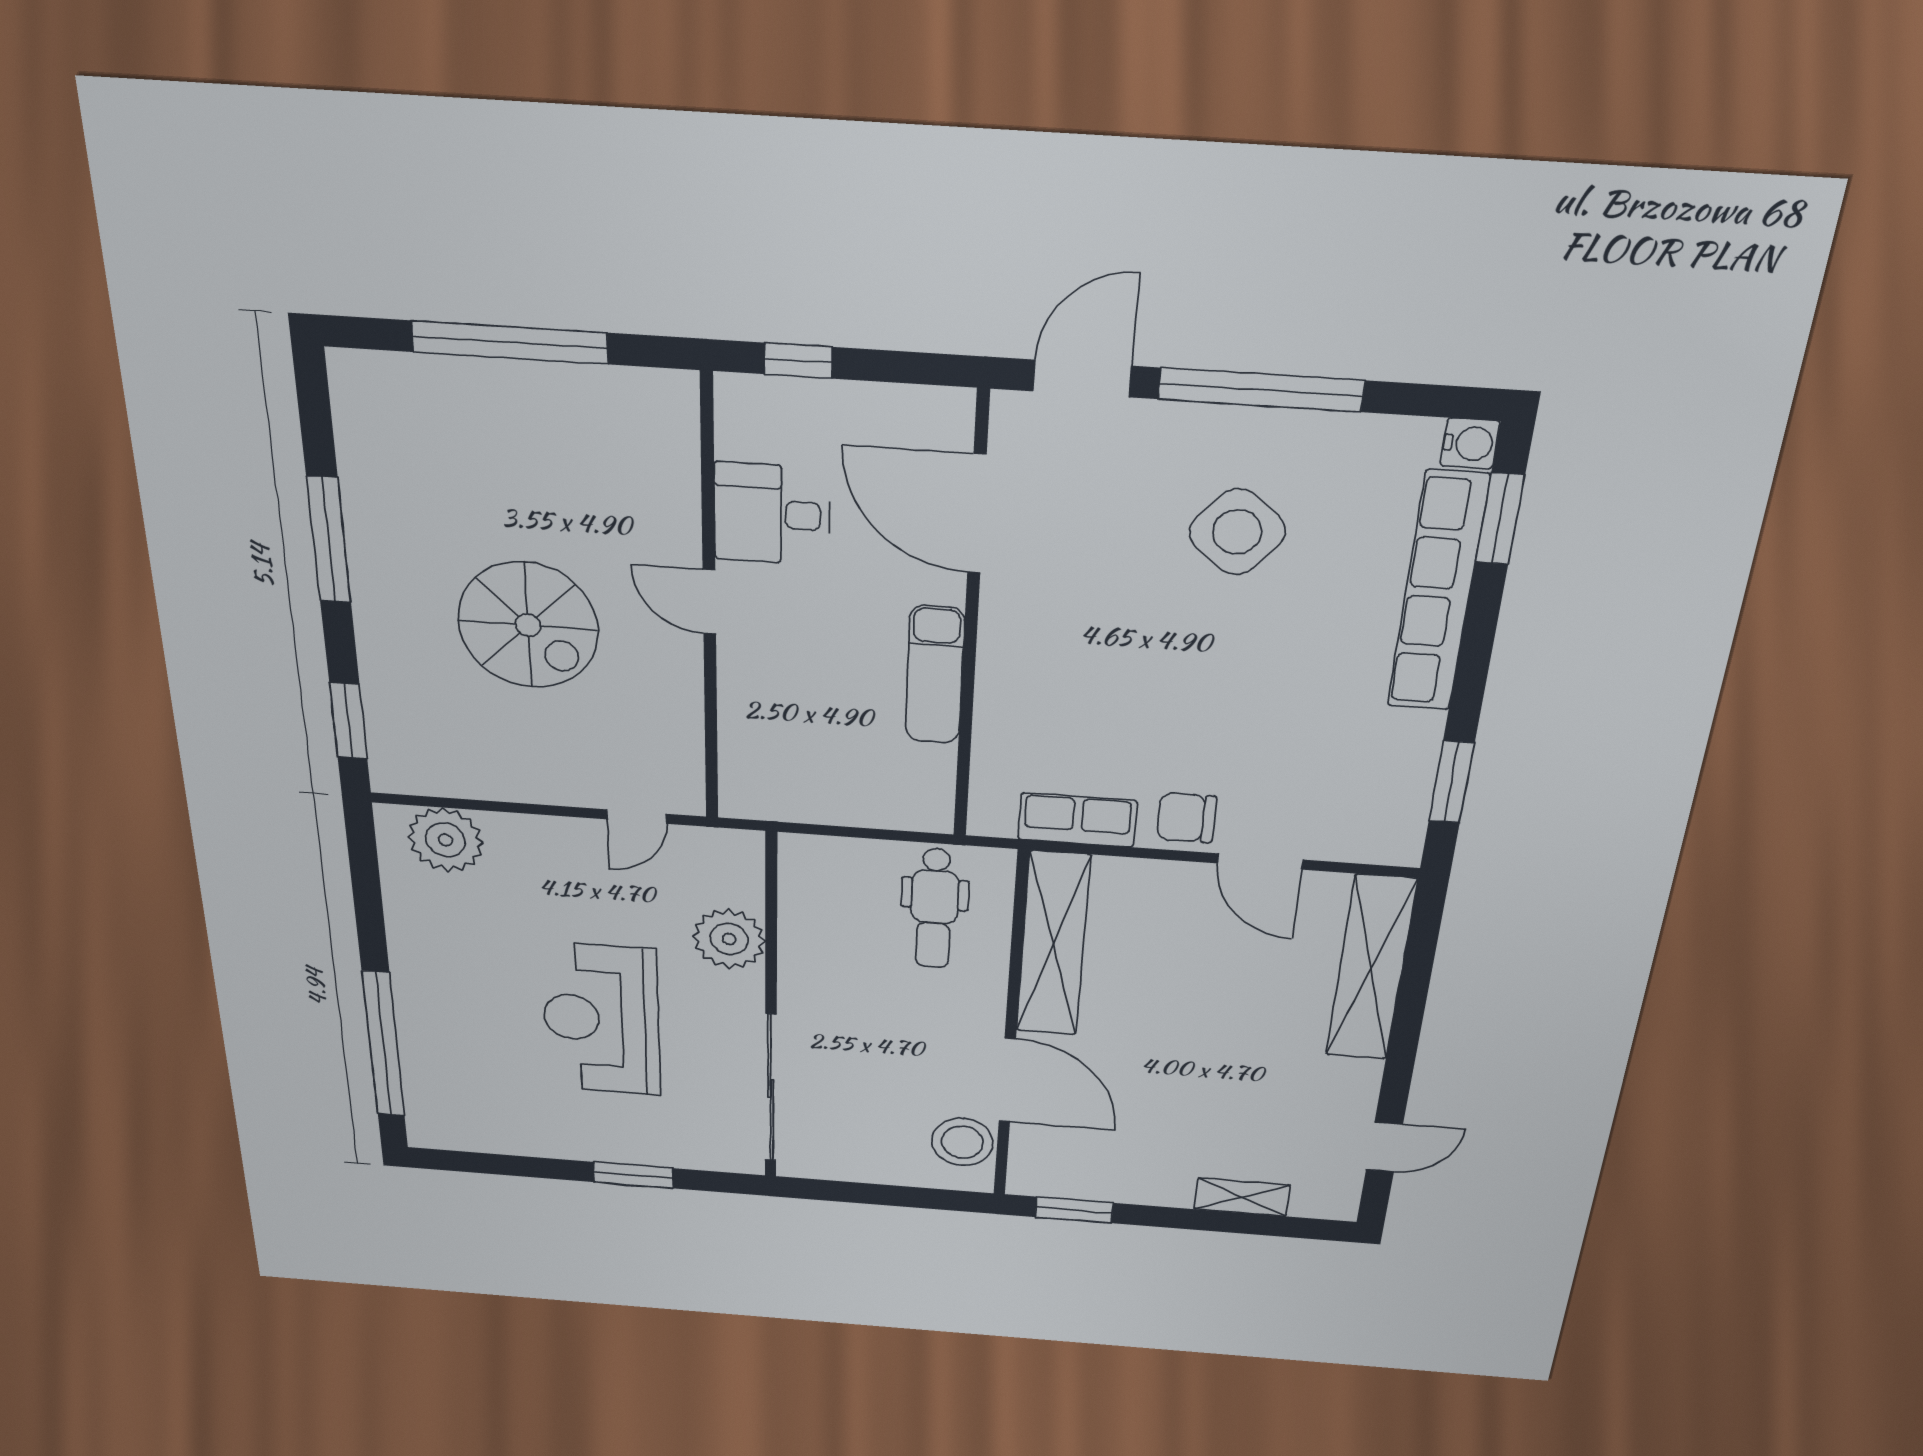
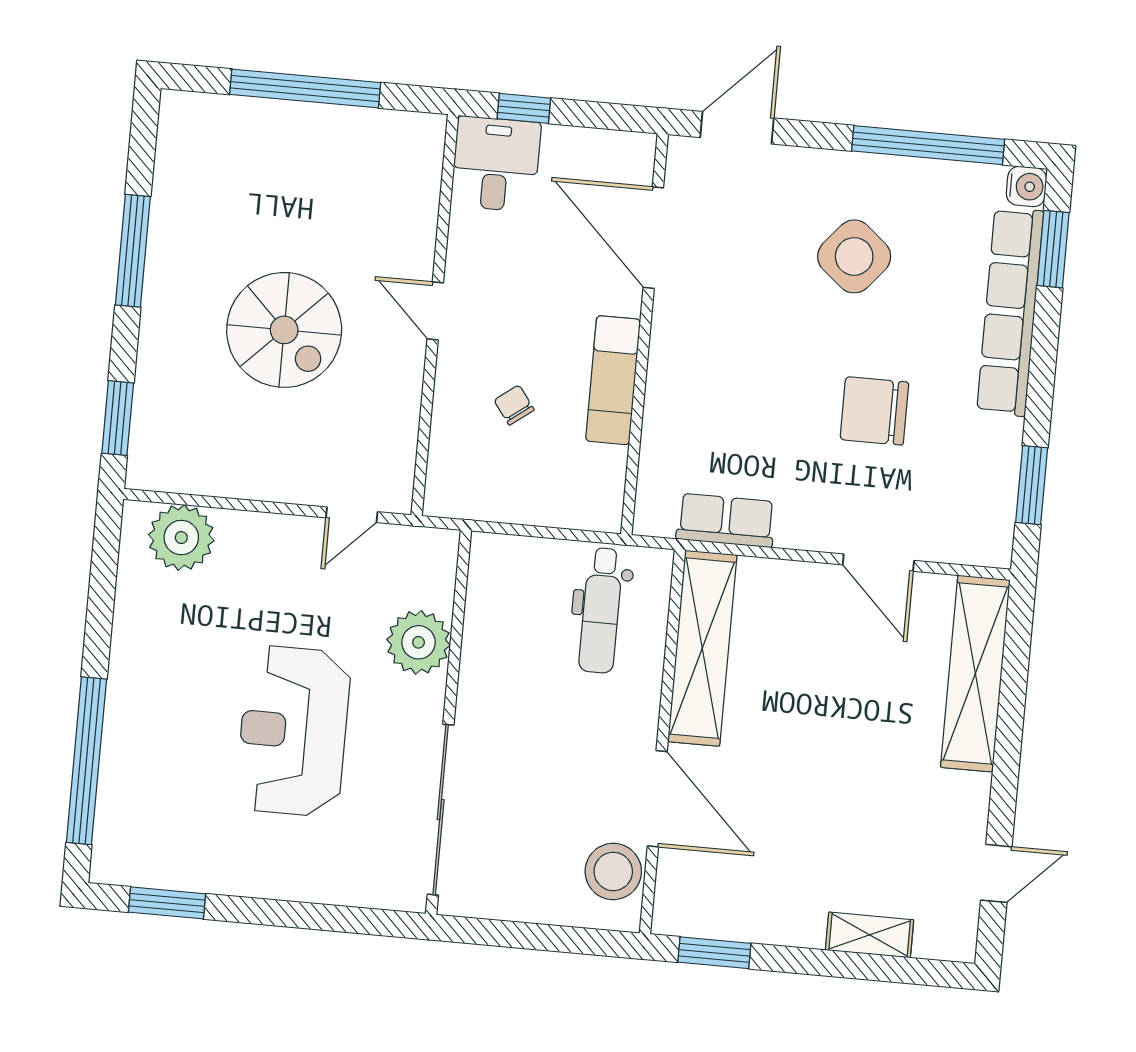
window: (1261, 390) -> (928, 145), moved
desk: (772, 514) -> (496, 164), moved, turned 90
chair: (816, 703) -> (514, 405), added
chair: (1186, 818) -> (874, 411), moved, width x1.37, depth x1.37
window: (633, 1175) -> (167, 903), moved

